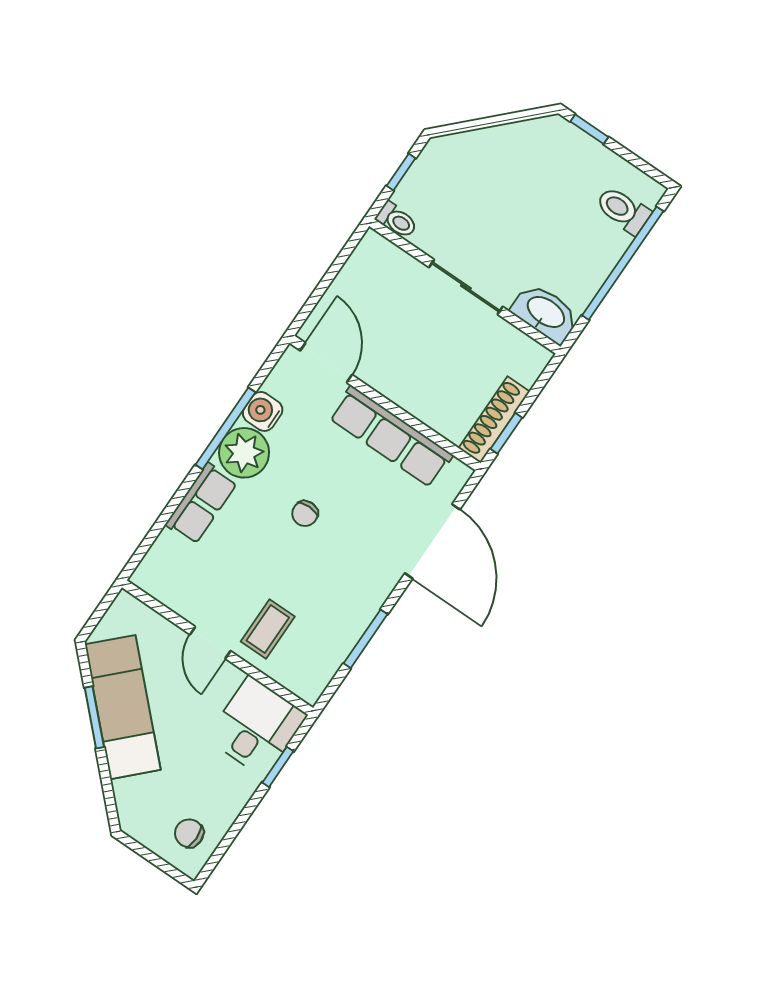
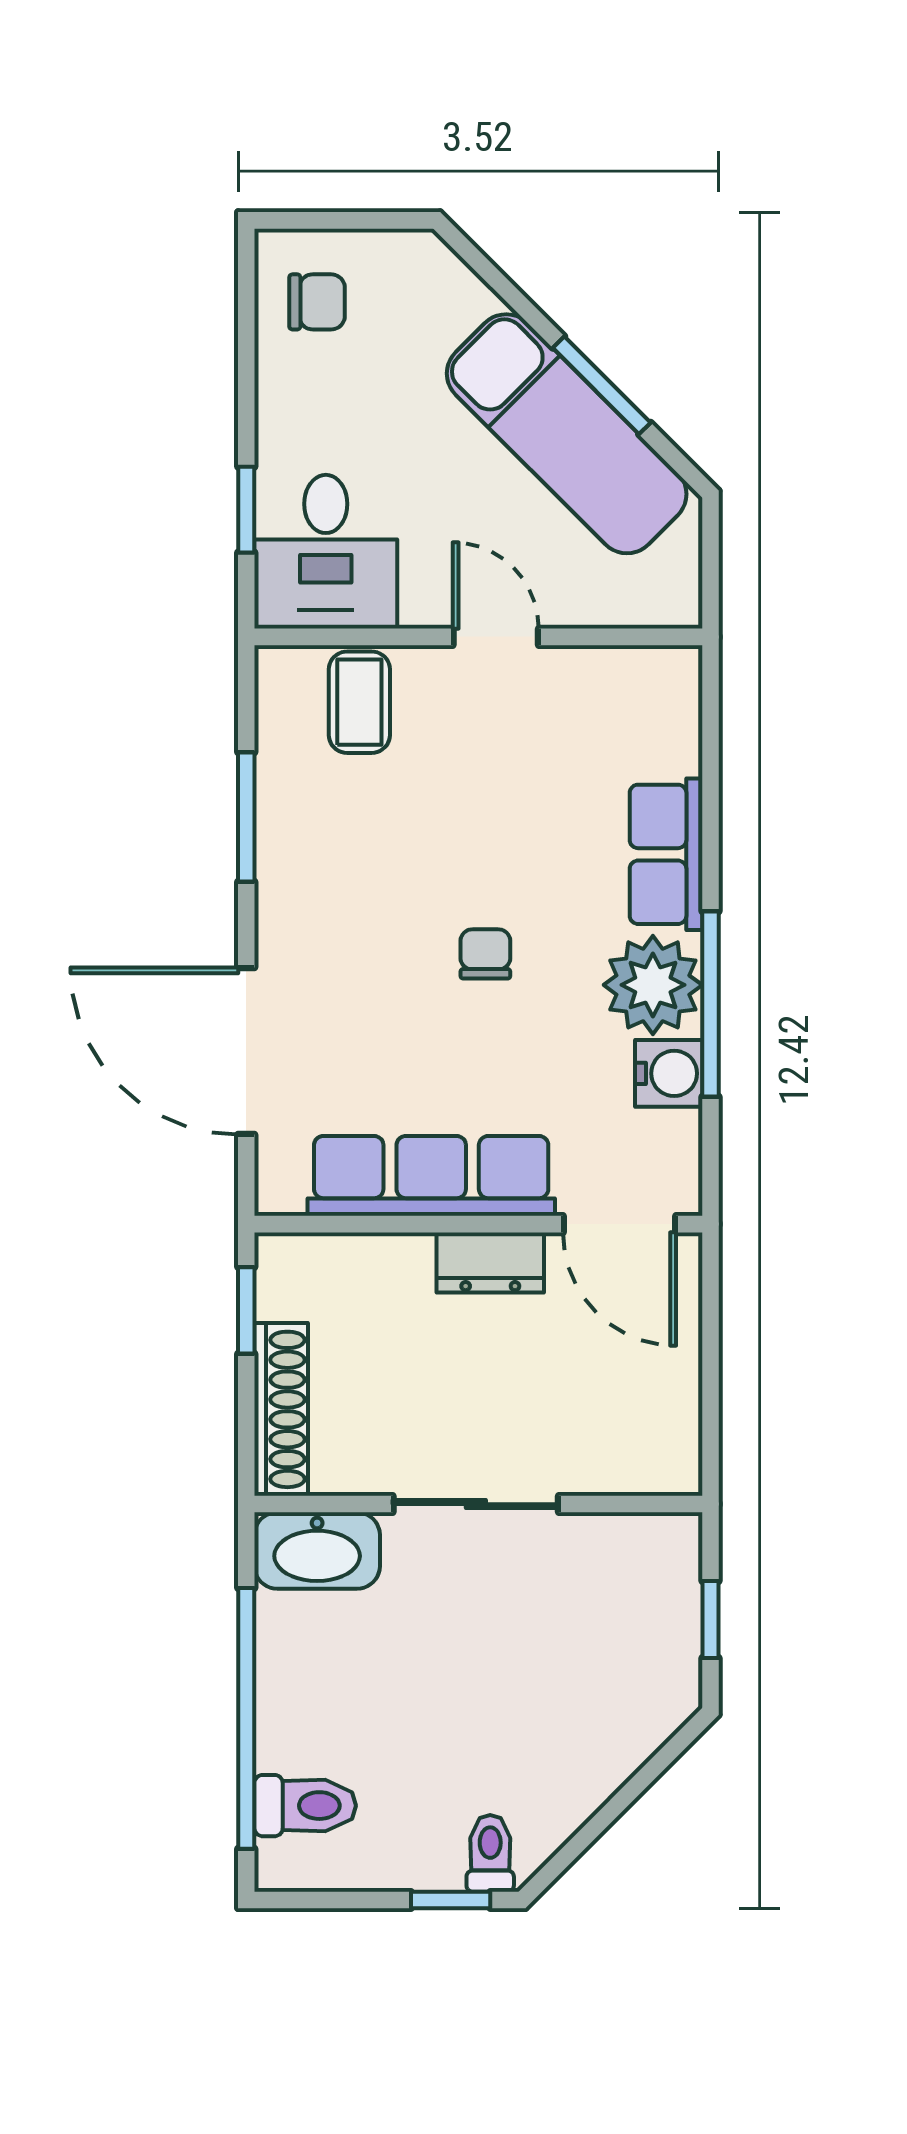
toilet: (397, 220) -> (490, 1853), moved, turned 90
dresser: (391, 384) -> (490, 1262), added
shoe rack: (494, 420) -> (281, 1409), moved
coffee table: (268, 629) -> (359, 702), moved

